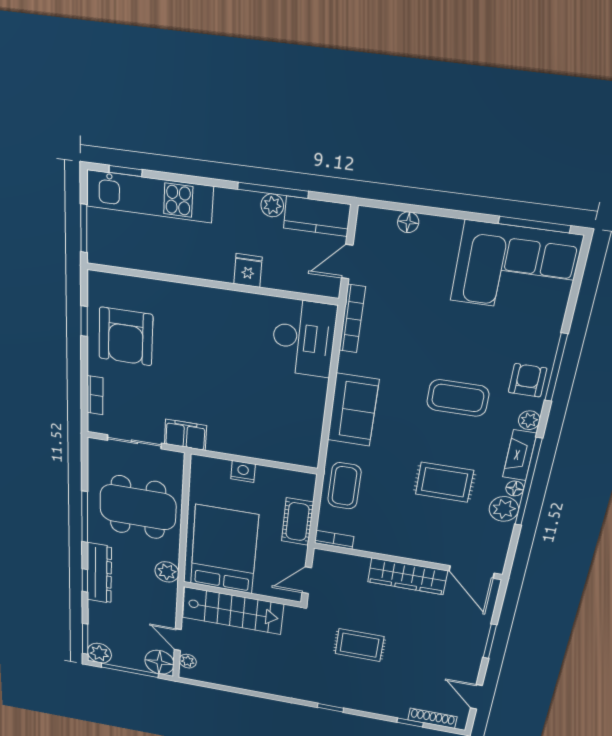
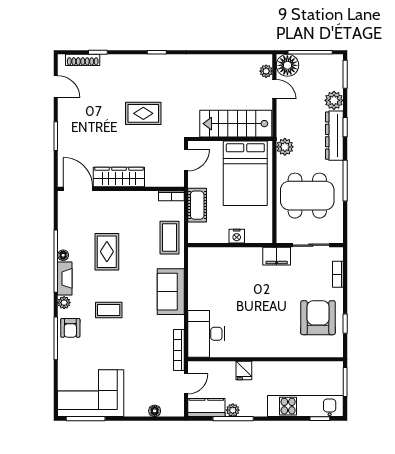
coffee table: (458, 398) -> (109, 310), width x0.73, depth x0.77
rug: (444, 482) -> (107, 252), turned 90
plant: (504, 509) -> (67, 239), removed
plant: (99, 653) -> (334, 100), moved

